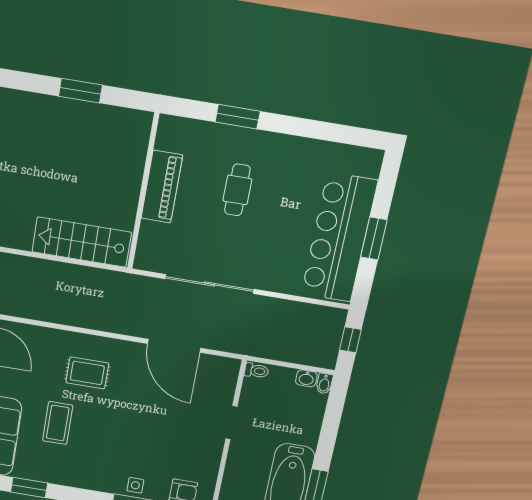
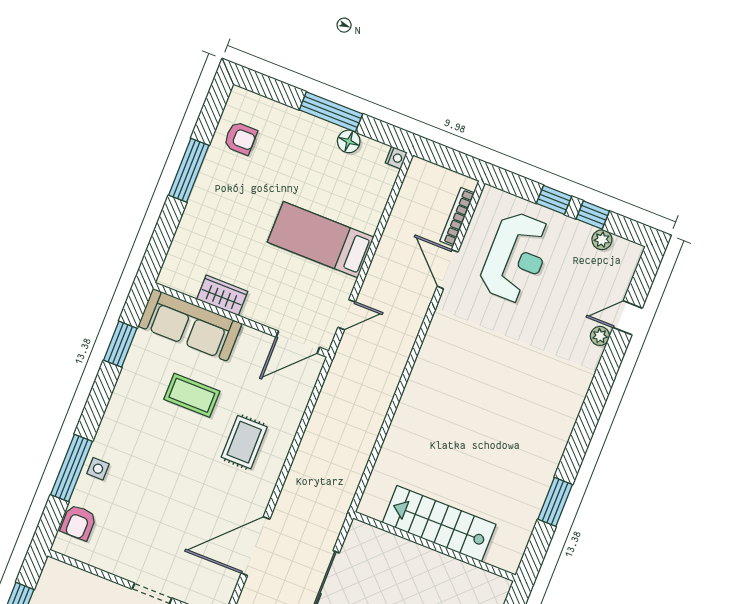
piano: (162, 187) -> (435, 568), removed
stairs: (82, 242) -> (439, 524), moved, turned -90

